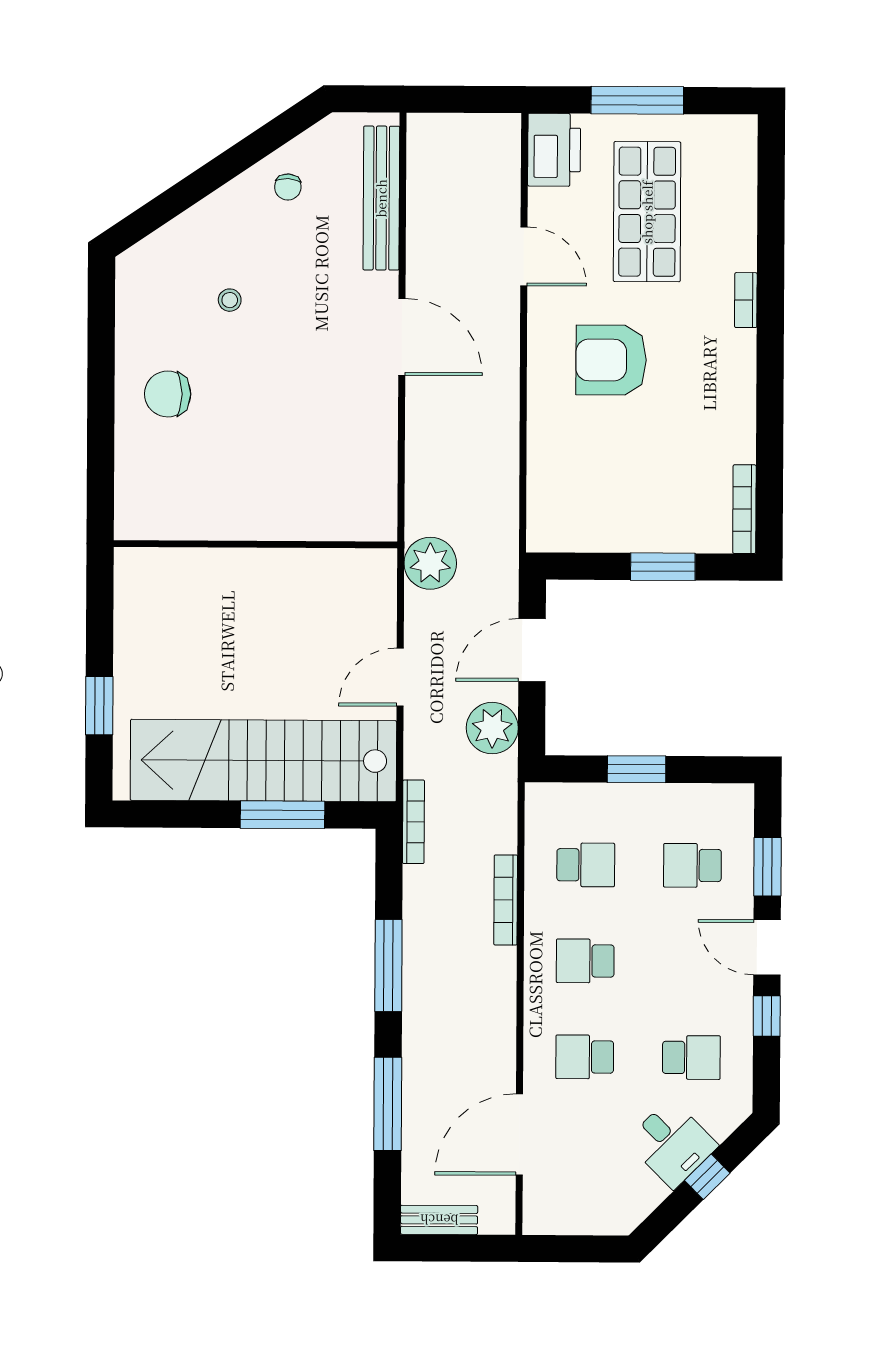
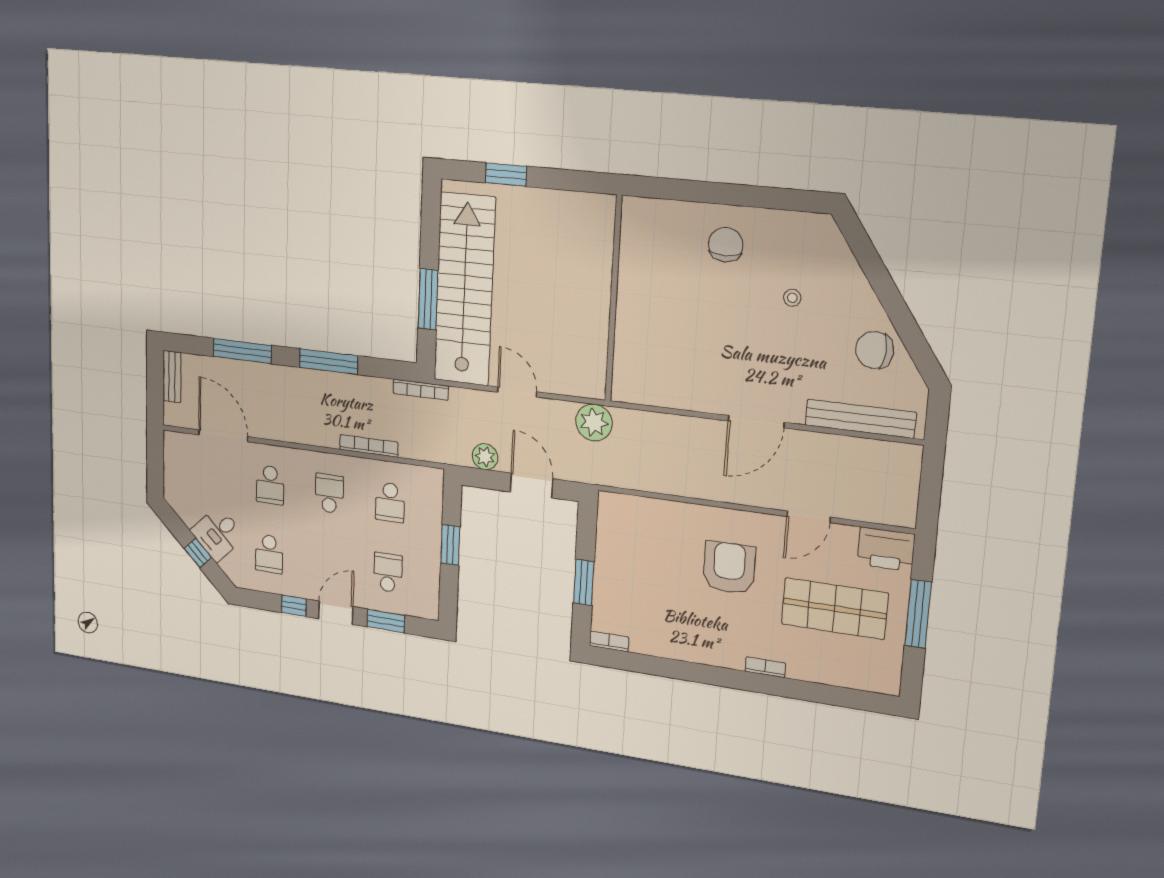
chair: (288, 187) -> (875, 350), width x1.87, depth x1.87
bookcase: (744, 509) -> (609, 641), width x0.64
plant: (492, 728) -> (485, 457), width x0.73, depth x0.73
school desk: (585, 1057) -> (270, 485), turned 180

